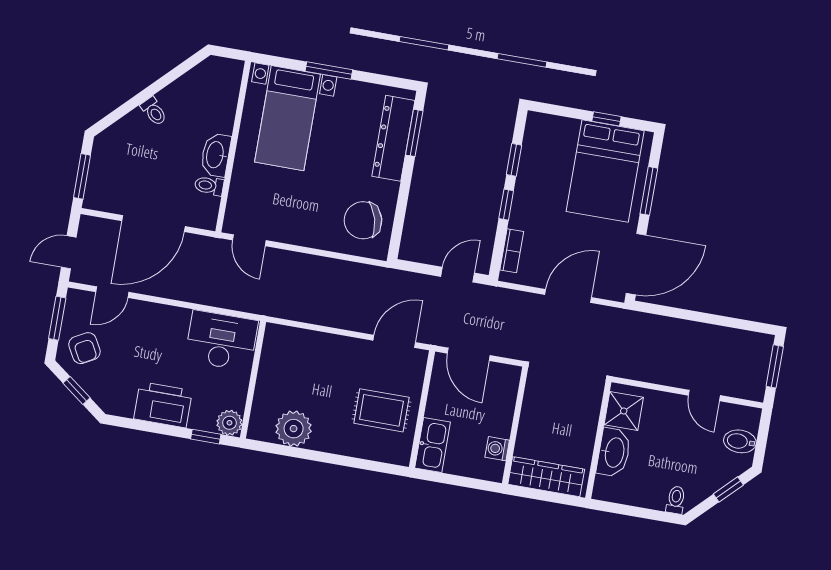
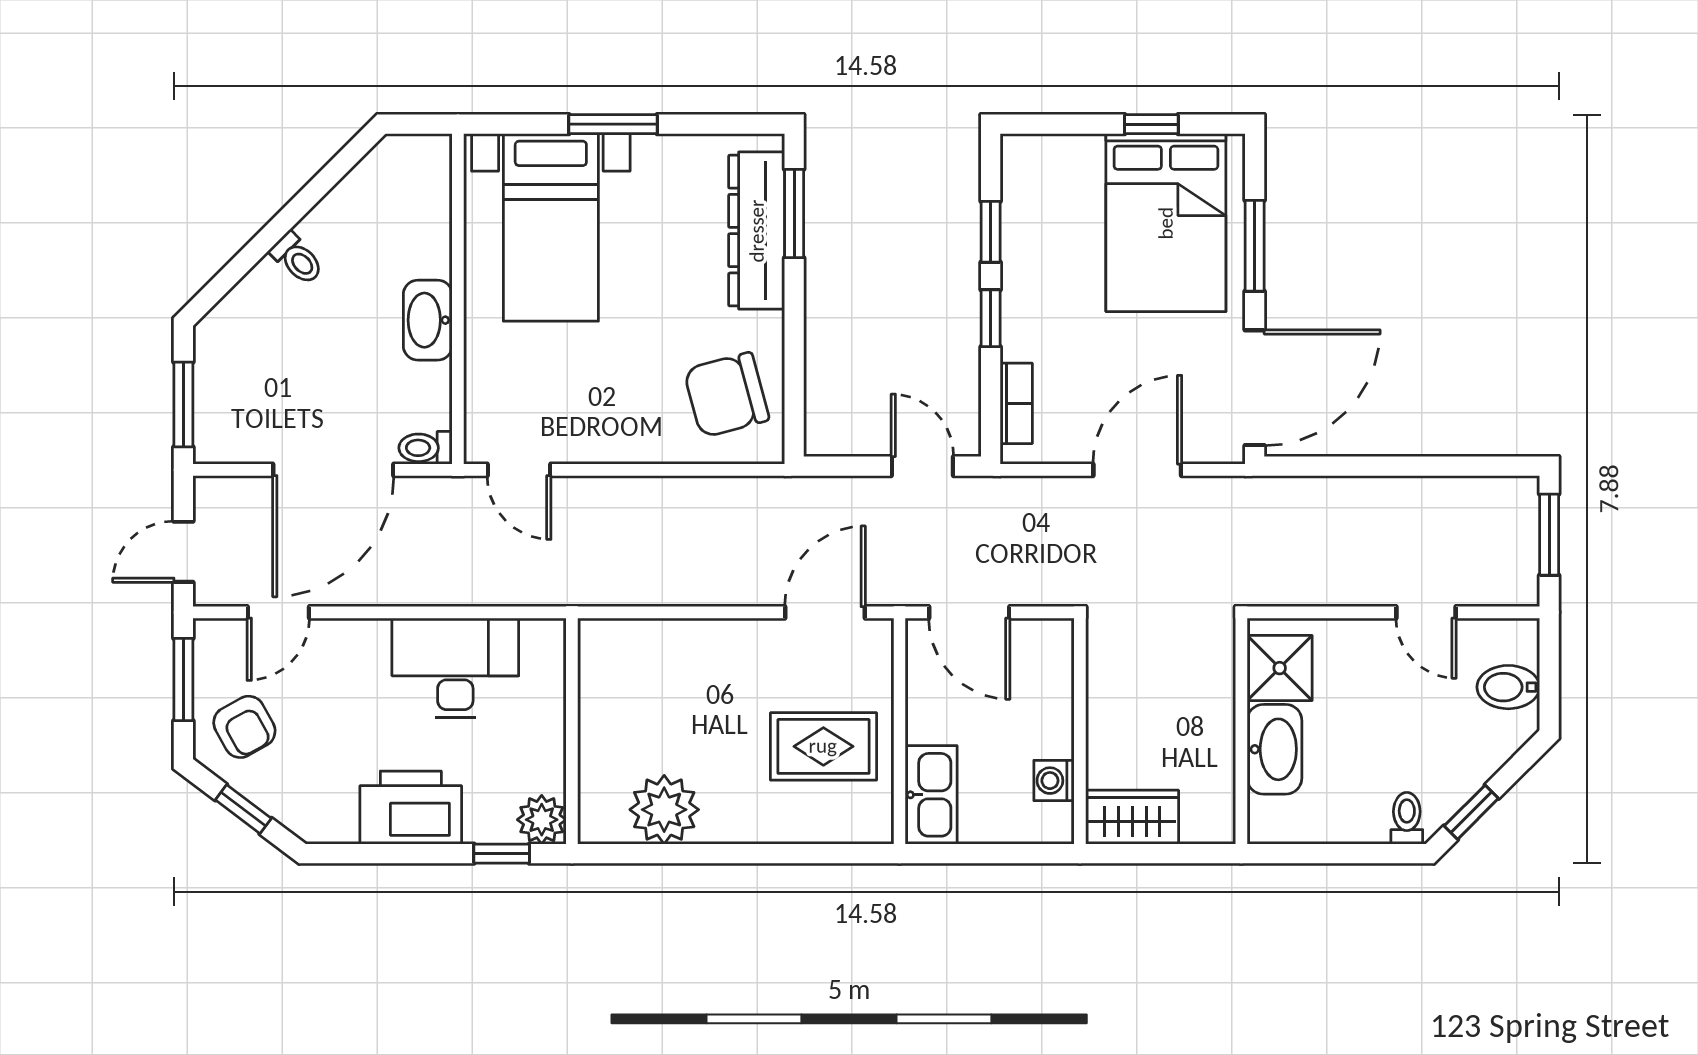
toilet: (209, 186) -> (425, 448), moved
door: (458, 275) -> (922, 466), hinge flipped
desk: (221, 341) -> (455, 668), moved
wardrobe: (546, 477) -> (1132, 817), width x0.67
window: (728, 489) -> (1471, 812), moved

